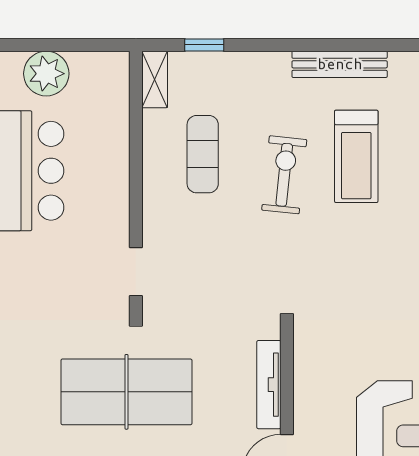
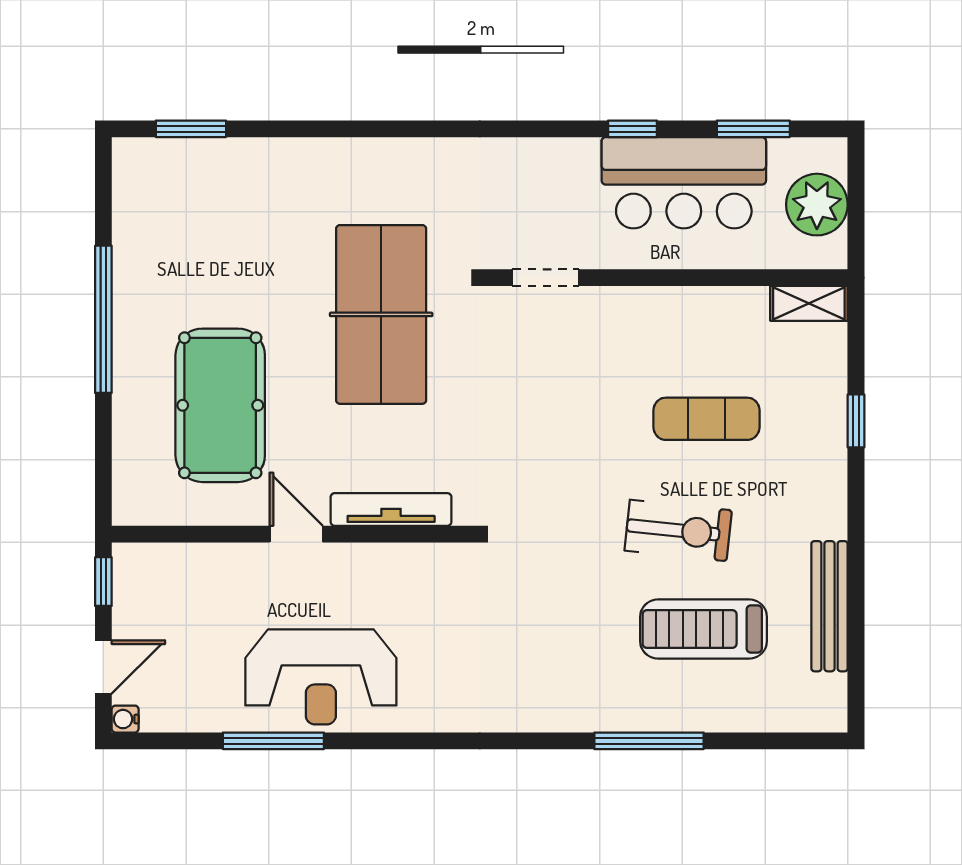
shelving: (155, 79) -> (809, 303), moved
wall: (136, 182) -> (668, 278), moved
doorway: (136, 272) -> (546, 278), moved

